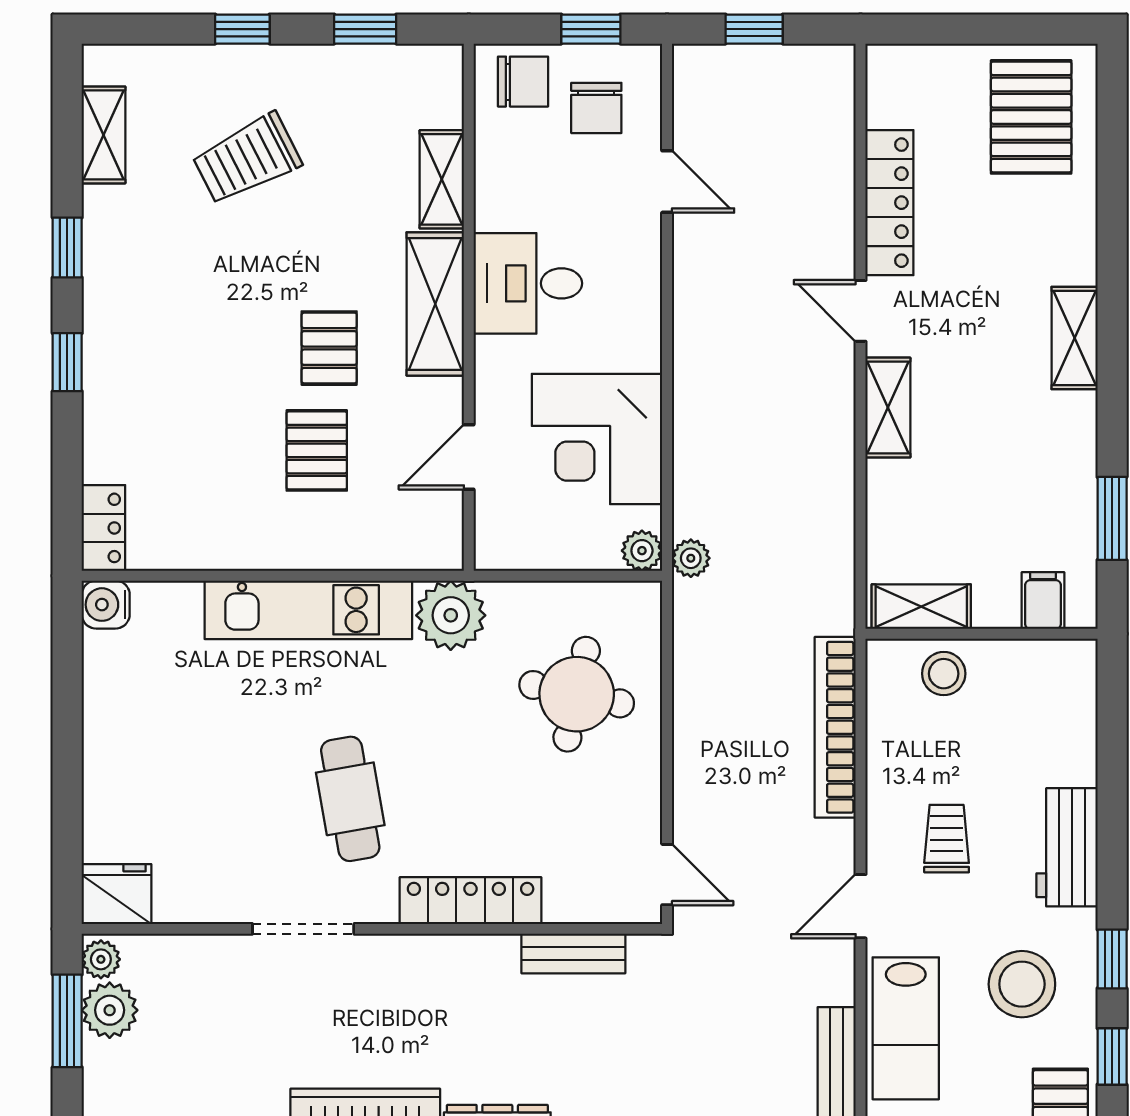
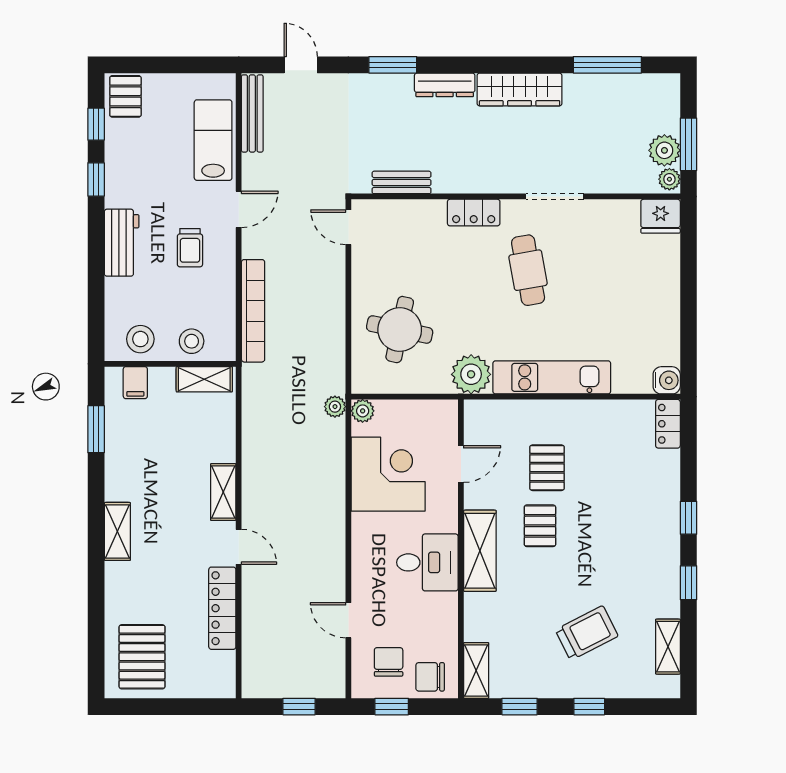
shelving: (442, 179) -> (476, 671), moved
locker: (471, 901) -> (474, 213), width x0.66
stool: (1022, 984) -> (140, 339), moved, width x0.73, depth x0.73

